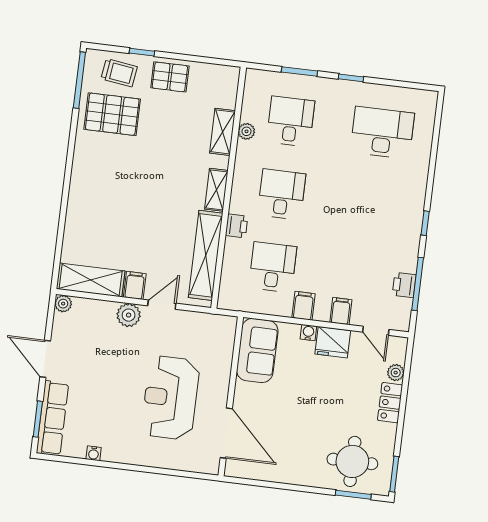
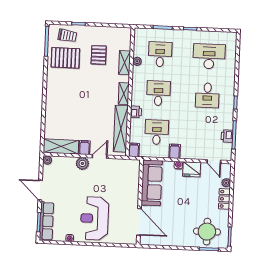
pallet: (170, 77) -> (99, 55), moved, turned 90
desk: (373, 206) -> (207, 95), added
filing cabinet: (341, 311) -> (134, 150), moved
sofa: (257, 351) -> (152, 183), width x1.36
reception desk: (170, 398) -> (95, 218), moved

